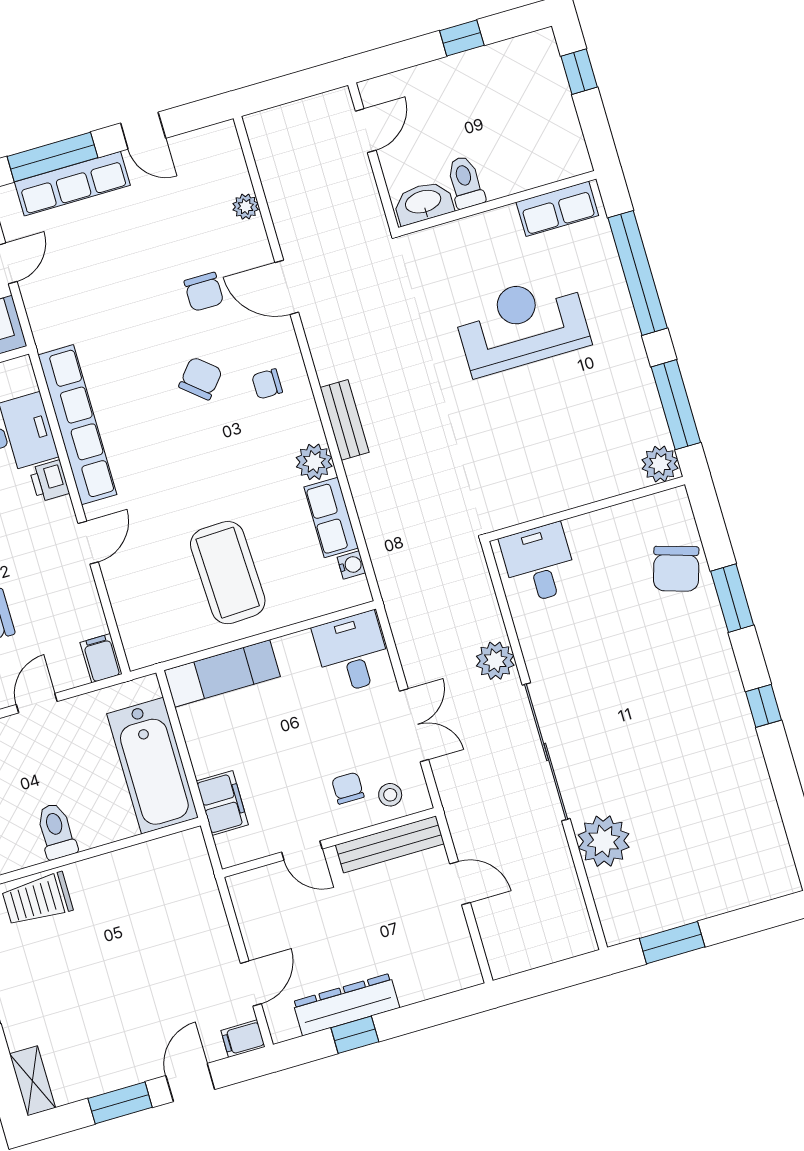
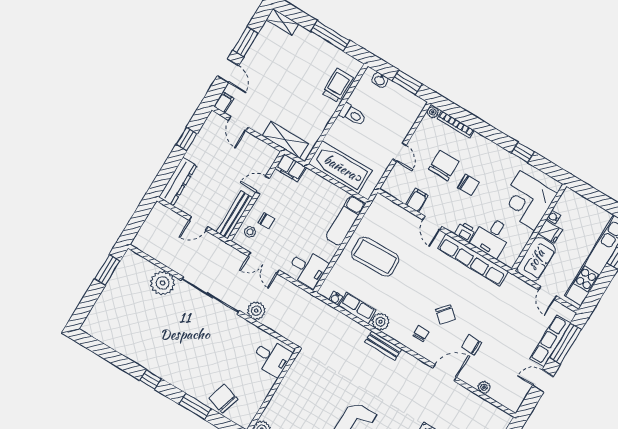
filing cabinet: (101, 658) -> (417, 200), moved, turned -90
filing cabinet: (222, 803) -> (291, 168), moved
shelving: (200, 889) -> (285, 140), added
dresser: (346, 1005) -> (178, 181), moved

